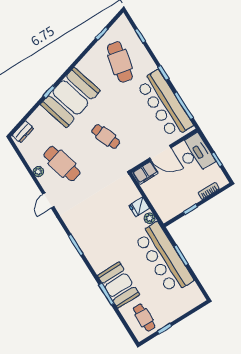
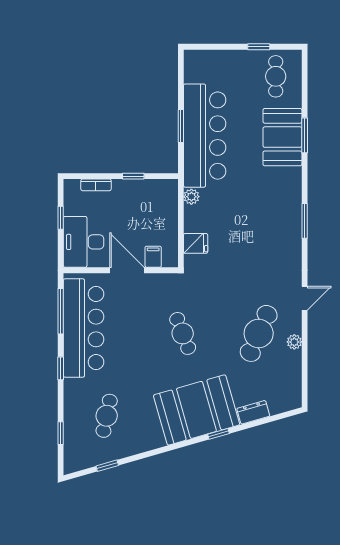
cafe table: (120, 62) -> (107, 416), width x0.73, depth x0.74
dresser: (23, 132) -> (253, 412), moved
cafe table: (62, 164) -> (259, 333), turned 39
filing cabinet: (145, 173) -> (153, 257), width x0.50
fridge: (139, 207) -> (196, 243), moved

